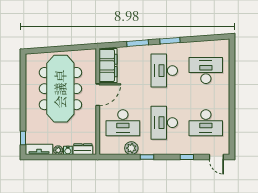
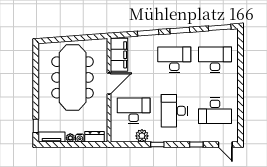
window: (211, 38) -> (220, 28), added
desk: (164, 71) -> (174, 60), turned 90
desk: (123, 123) -> (134, 111), turned 180

